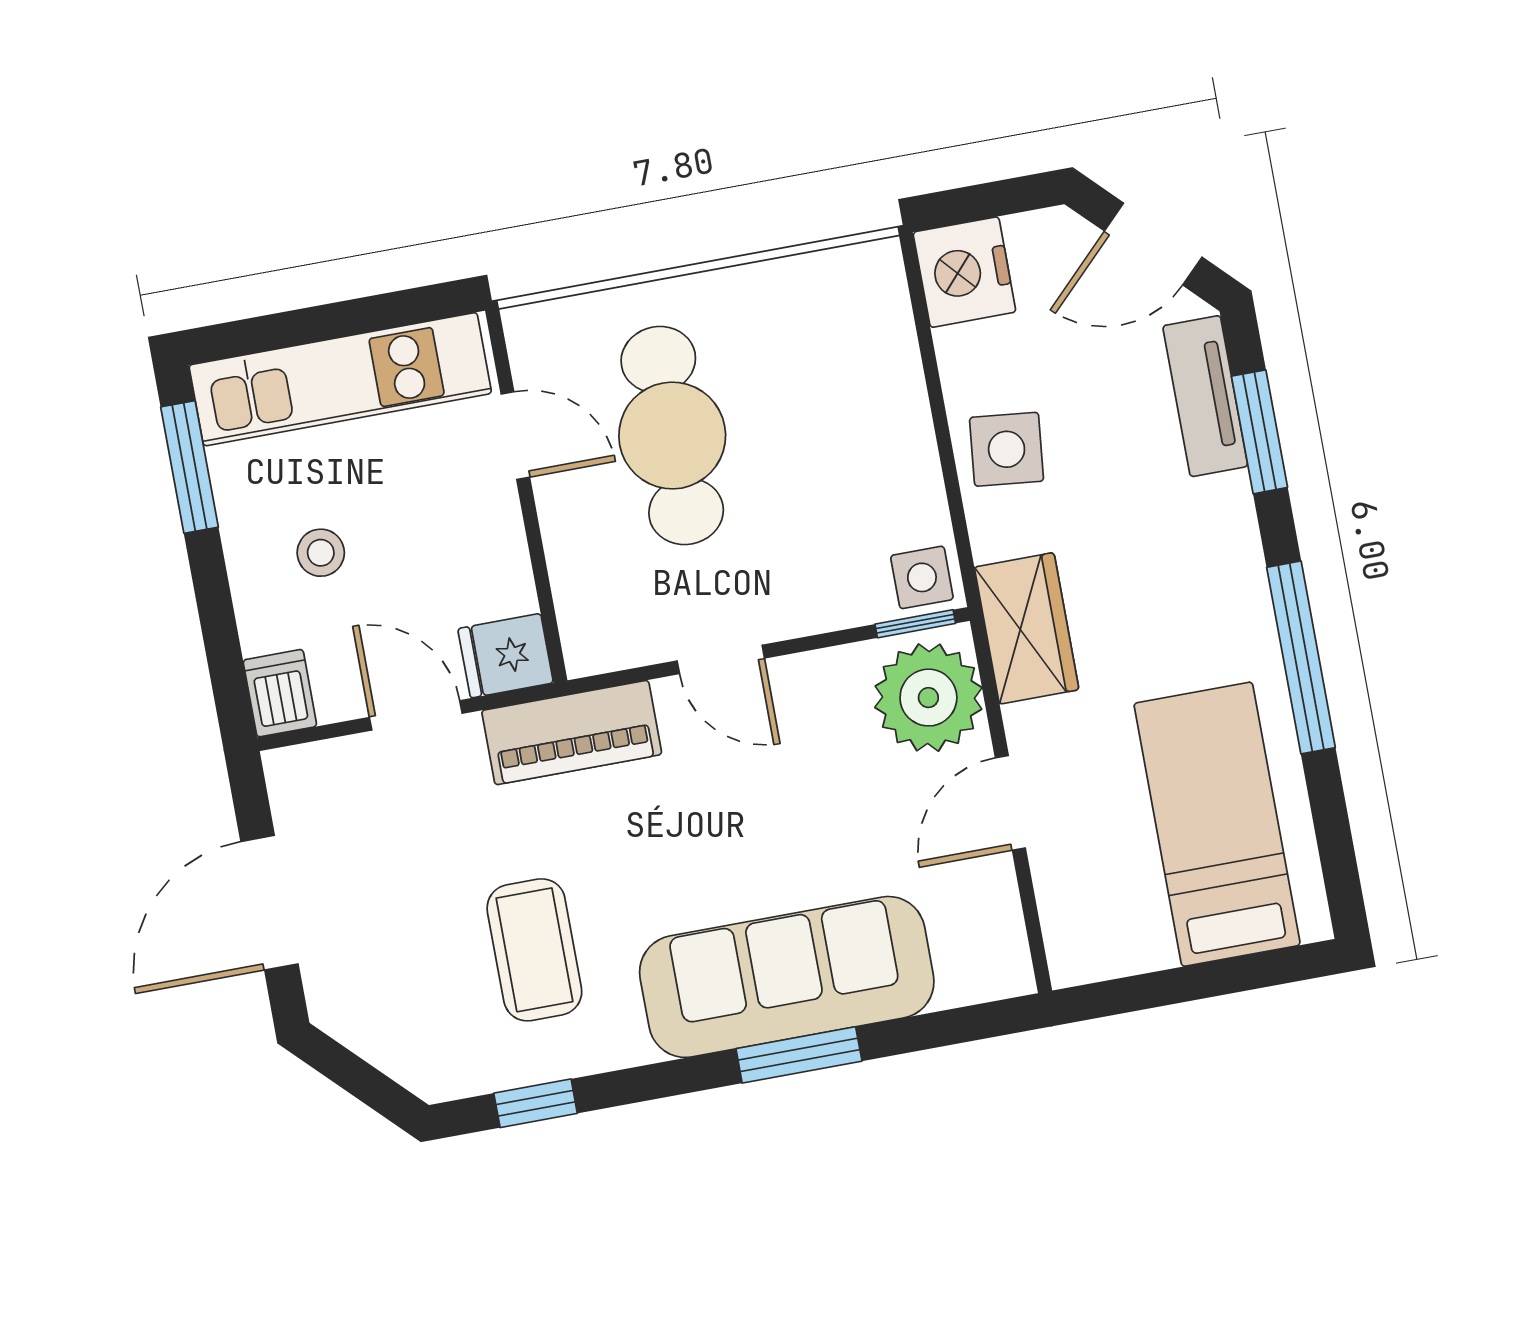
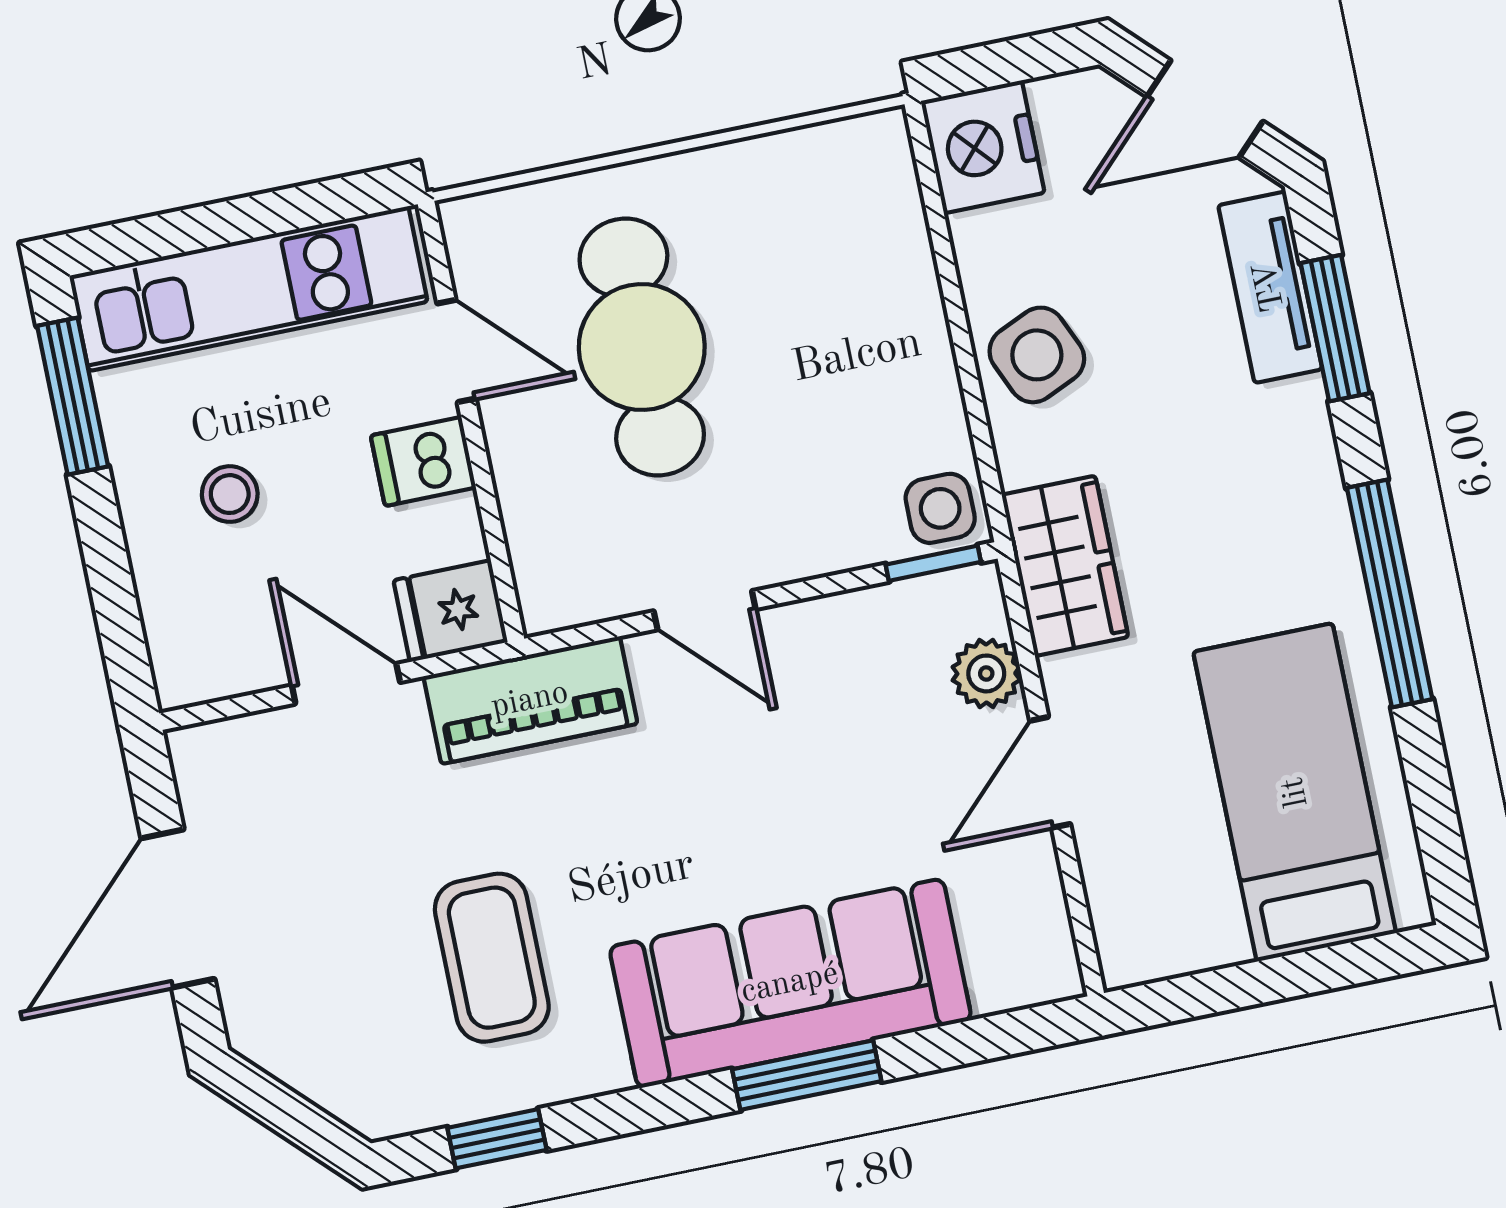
side table: (1007, 449) -> (1037, 355), turned -30
dishwasher: (280, 693) -> (423, 461), moved, turned -90
plant: (928, 698) -> (986, 673), width x0.53, depth x0.53

